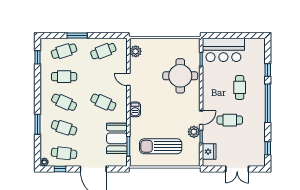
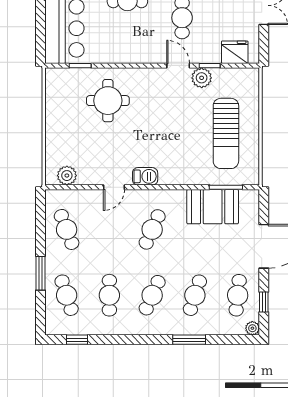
round table: (180, 76) -> (108, 101), width x0.73, depth x0.73
barbecue: (135, 109) -> (145, 176), moved

